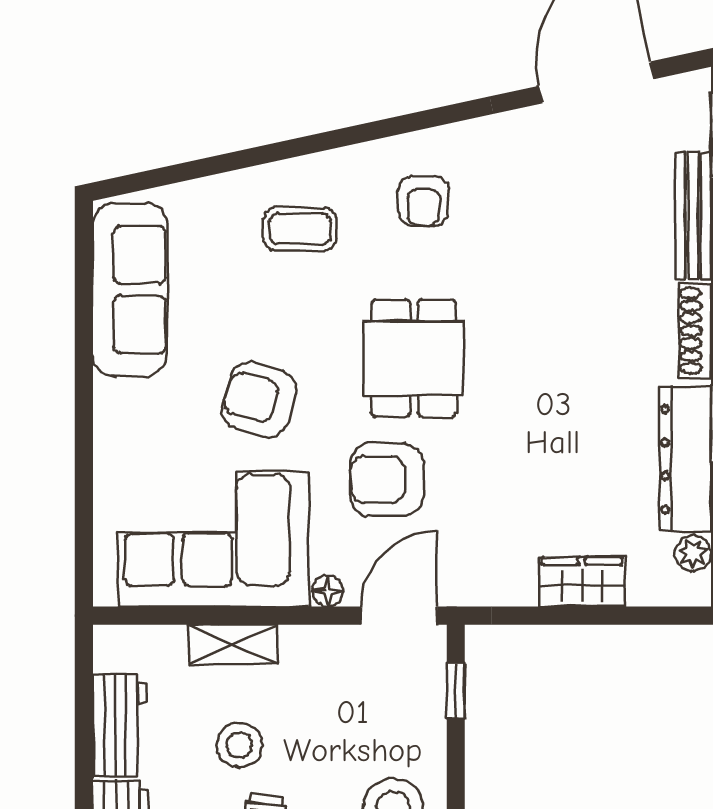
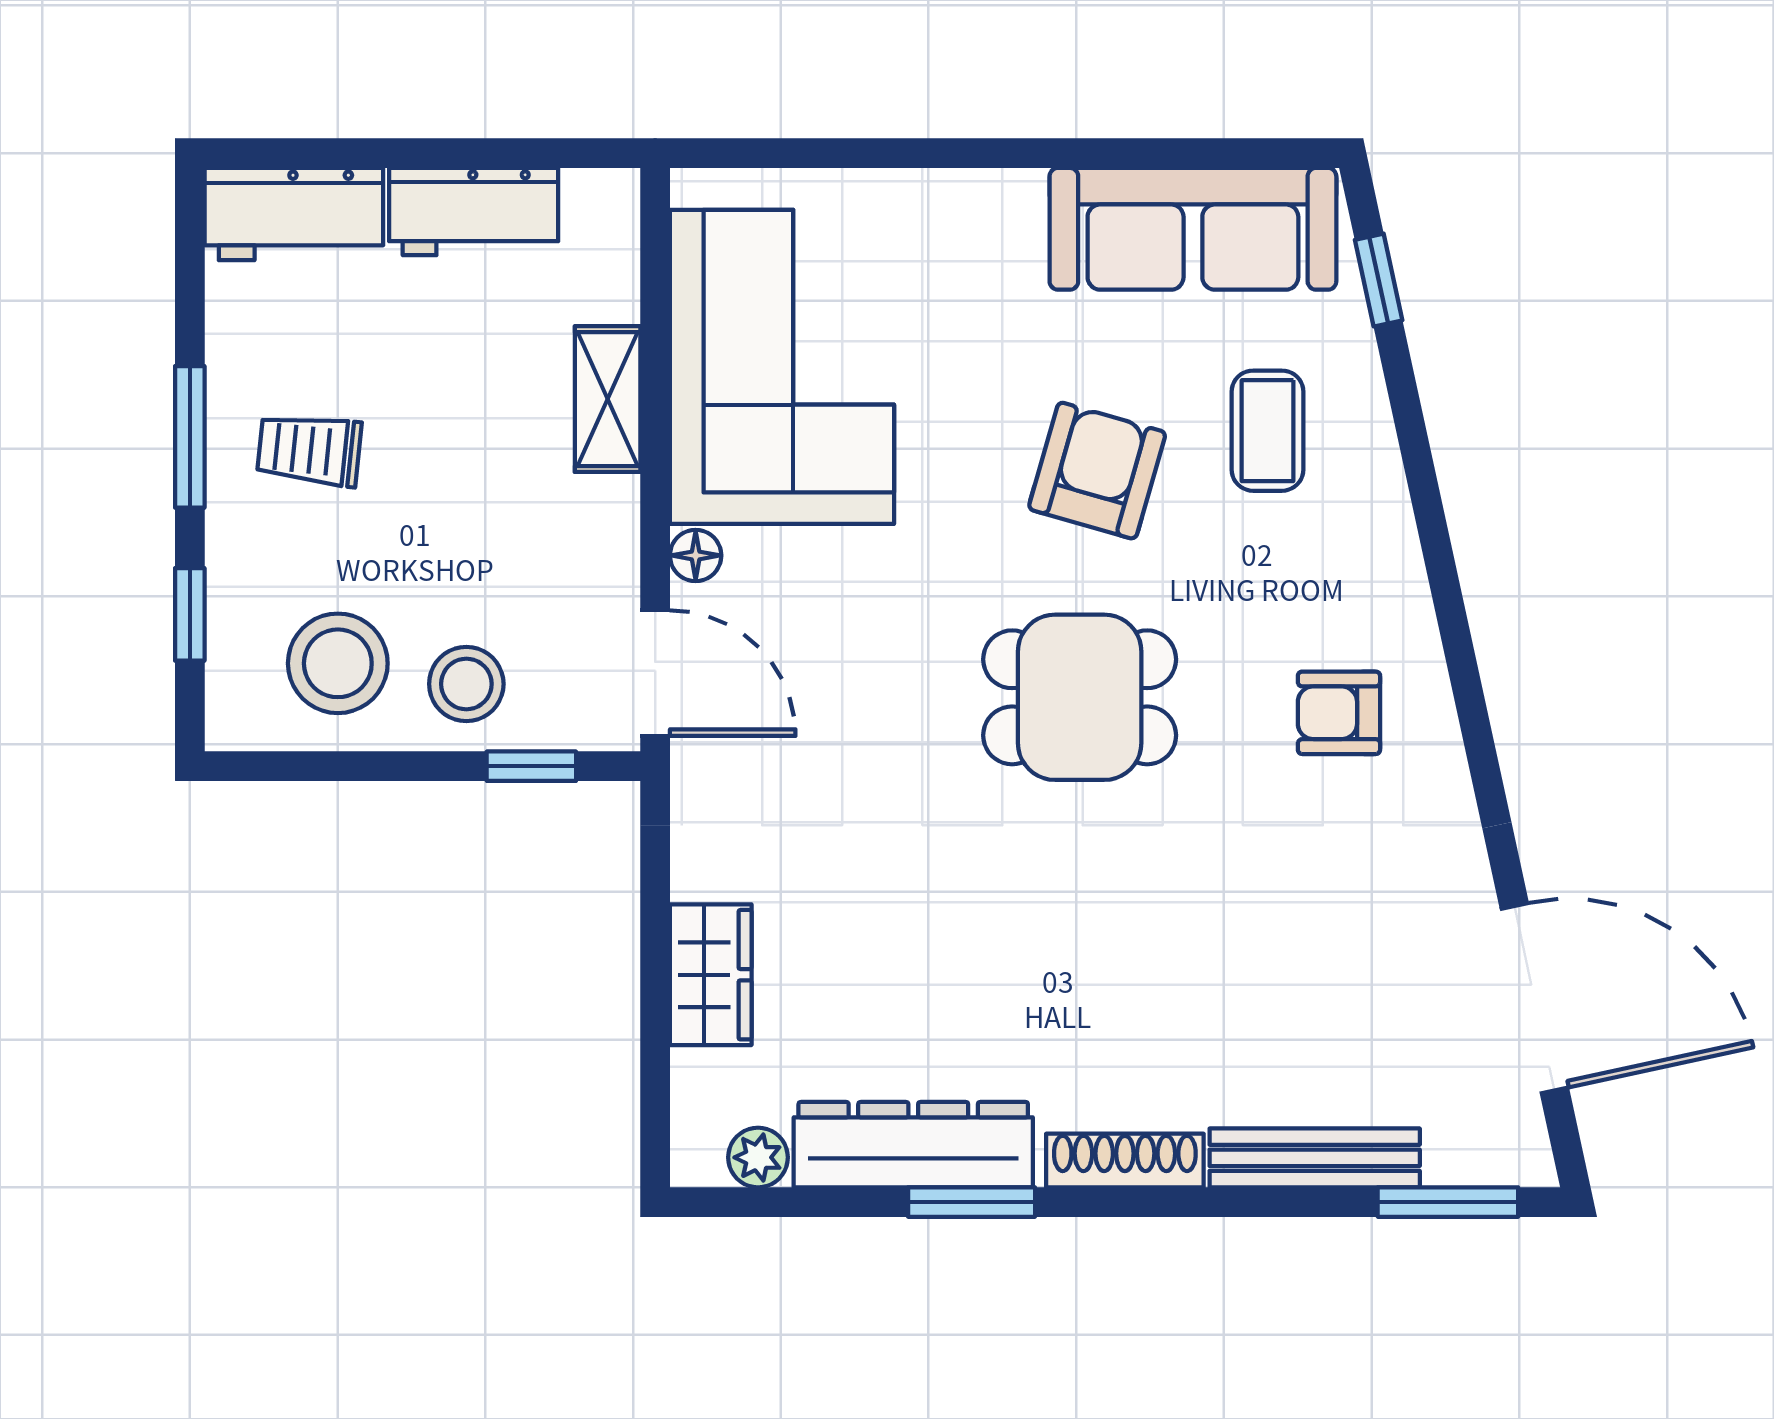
window: (161, 177) -> (1379, 280), added
coffee table: (300, 229) -> (1268, 431), moved
armchair: (259, 399) -> (1097, 471), moved
armchair: (387, 480) -> (880, 653), removed
stool: (239, 745) -> (466, 684), moved

